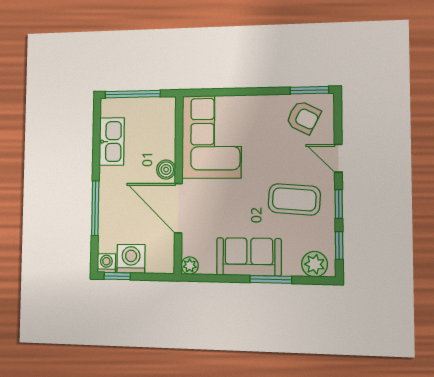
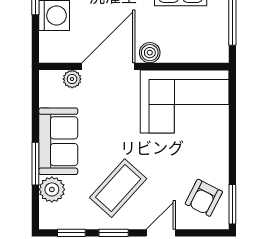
coffee table: (294, 199) -> (118, 188), turned 38
plant: (315, 264) -> (52, 189), moved
plant: (190, 266) -> (72, 79), moved

